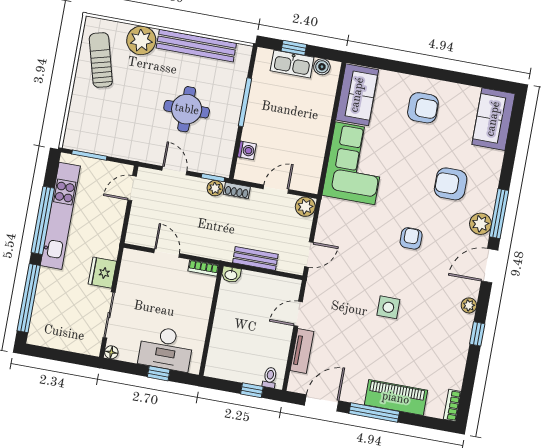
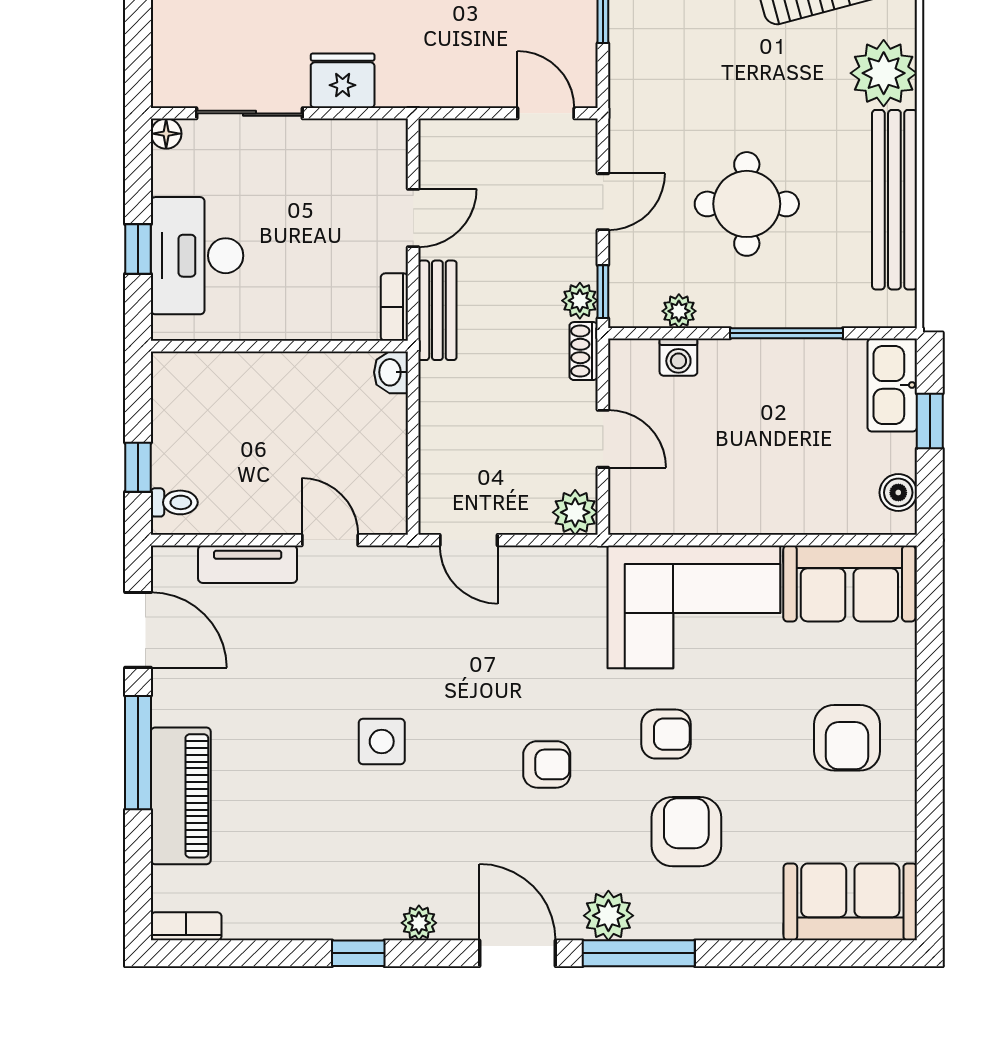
kitchen sink: (292, 64) -> (892, 385), moved
plant: (227, 147) -> (679, 311), added
armchair: (407, 185) -> (666, 734), added
bench: (255, 259) -> (437, 310), moved

